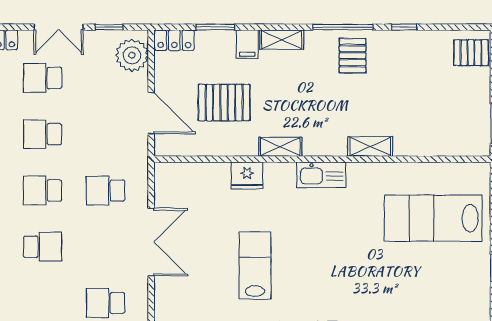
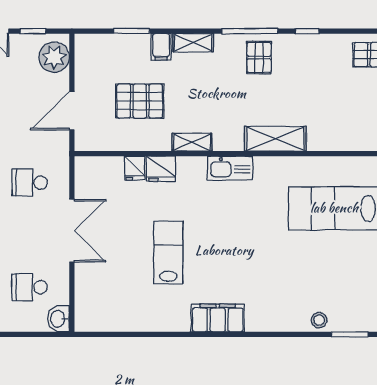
locker: (174, 40) -> (93, 43), removed
door: (151, 113) -> (72, 111), swing flipped
shelving: (370, 146) -> (275, 139), width x1.50, depth x1.33
fridge: (219, 175) -> (135, 168), added

